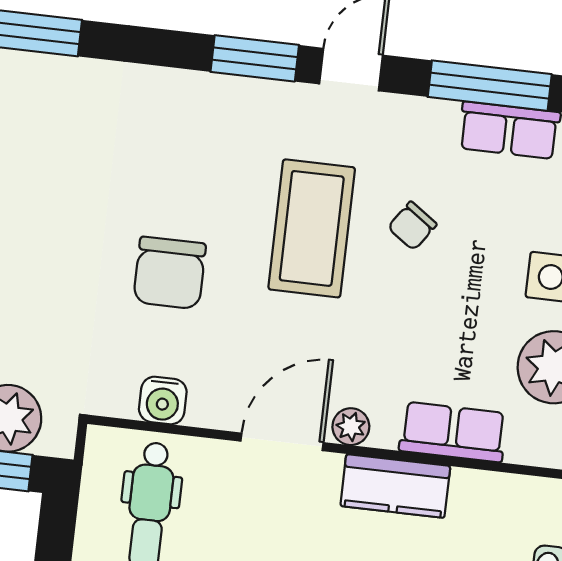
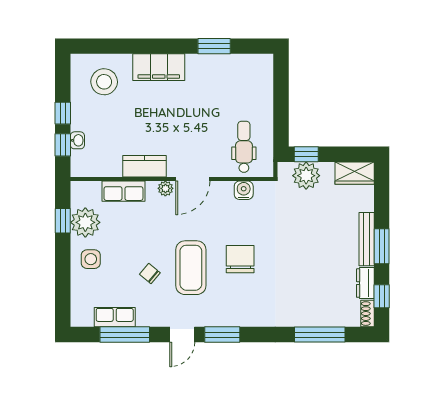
chair: (412, 226) -> (150, 273), turned -85
chair: (170, 273) -> (240, 259), moved

